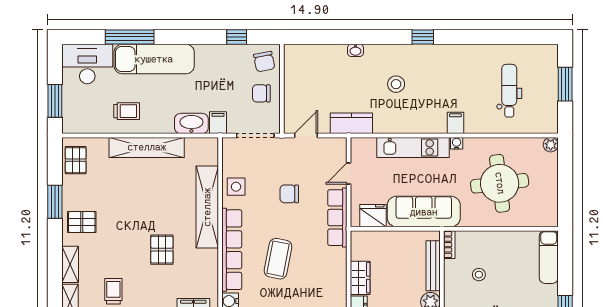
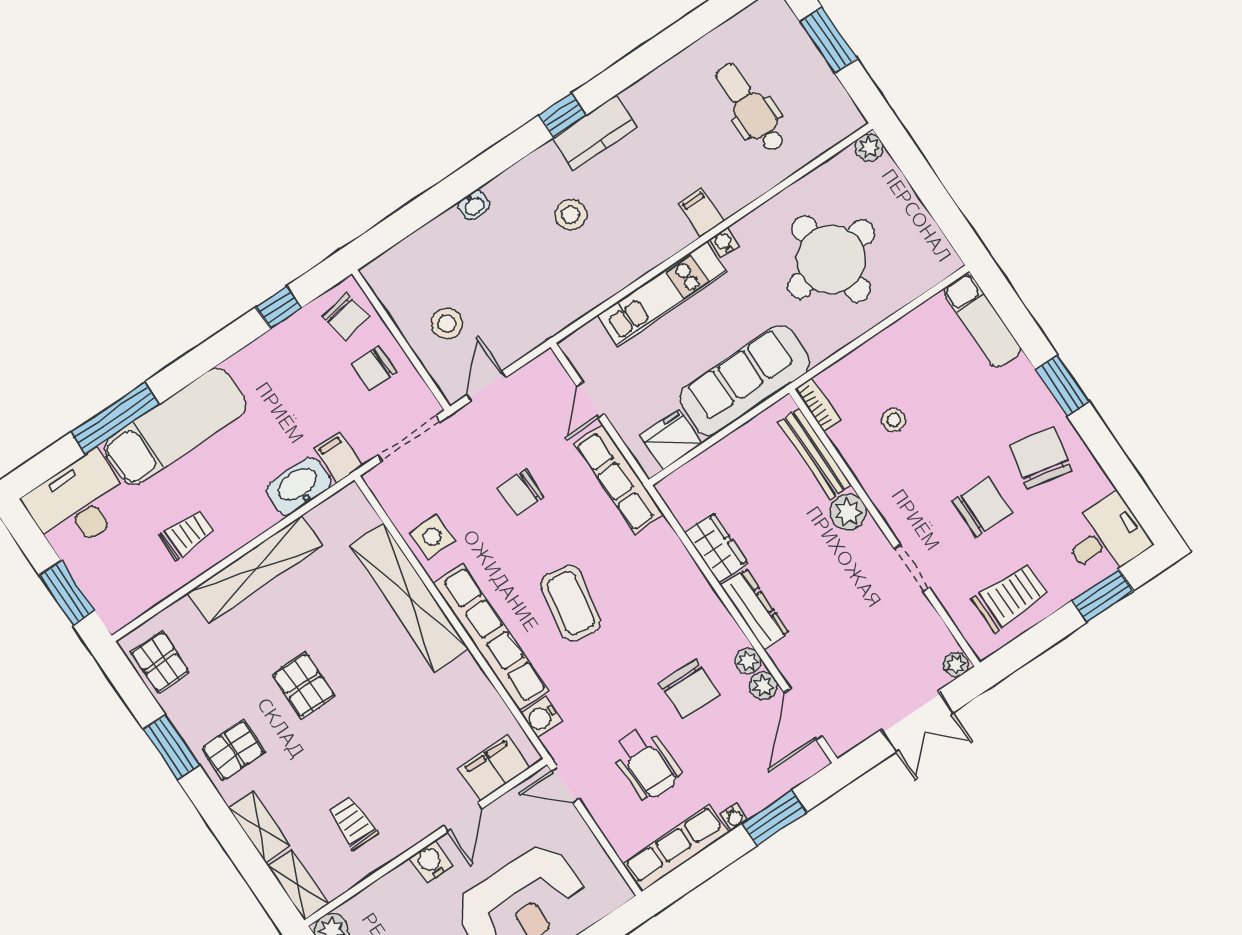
stool: (307, 95) -> (447, 324), added
kitchen counter: (351, 123) -> (595, 133), moved, turned 180
pallet: (162, 250) -> (304, 685), moved

